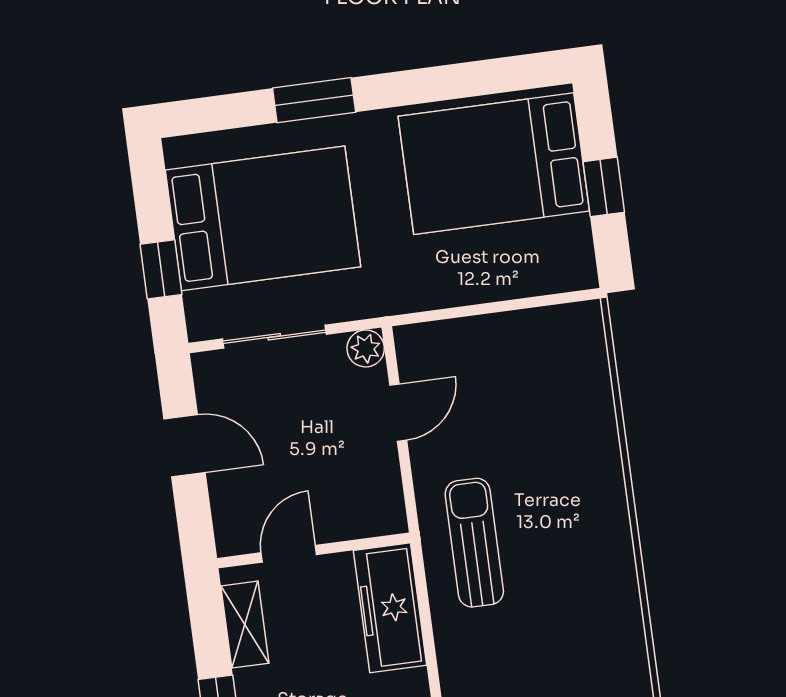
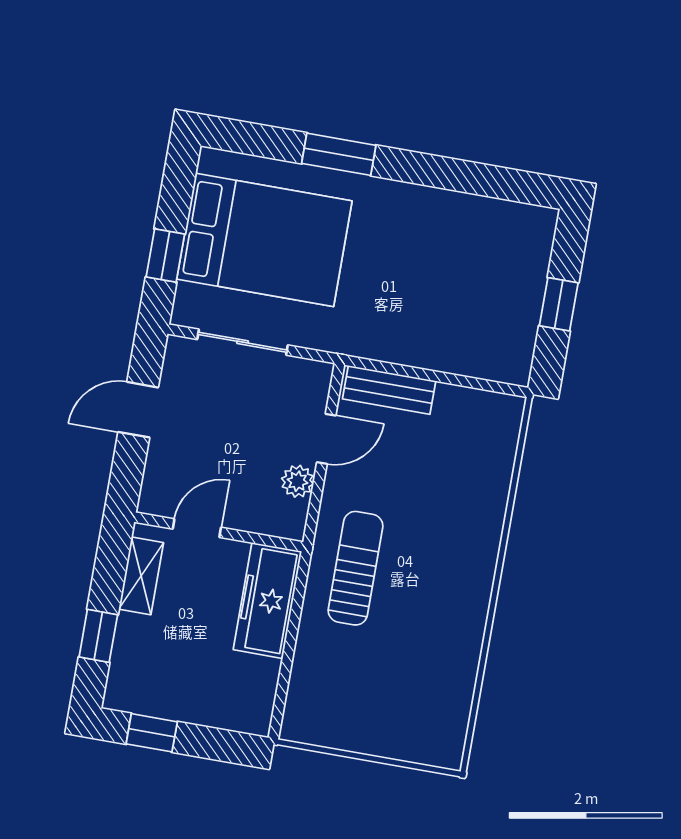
bed: (494, 164) -> (473, 255), removed
bench: (449, 338) -> (389, 390), added
plant: (366, 348) -> (298, 481), moved
door: (185, 446) -> (138, 410), swing flipped

